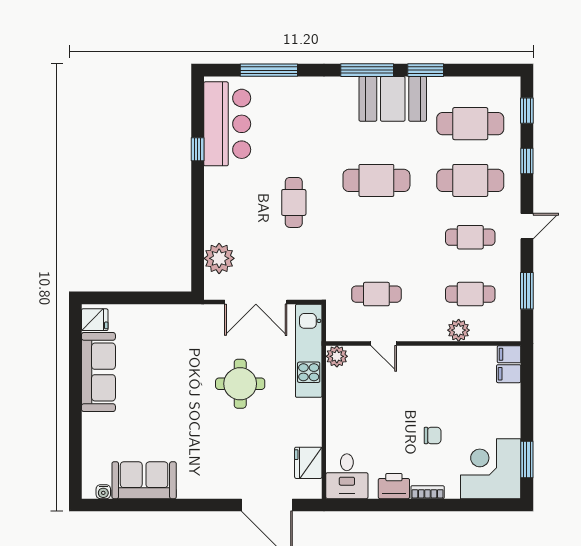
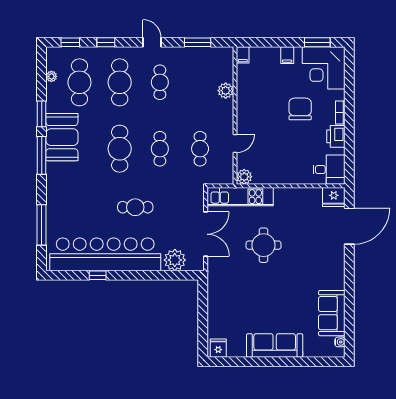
plant: (479, 84) -> (51, 76), added
bar counter: (227, 124) -> (105, 254), width x1.86
cafe table: (470, 294) -> (160, 149), moved
sofa: (98, 372) -> (275, 345), moved
filing cabinet: (509, 374) -> (287, 55), moved
chair: (433, 435) -> (300, 109), width x1.87, depth x1.87
fridge: (308, 463) -> (334, 197), moved

